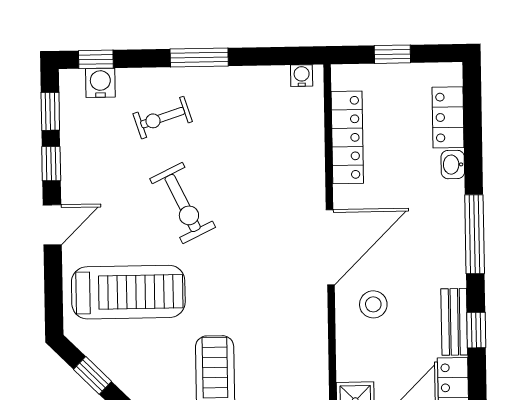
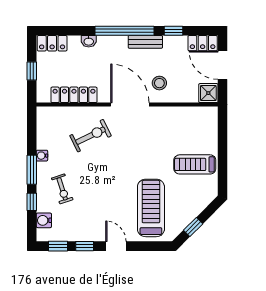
window: (96, 59) -> (32, 202), moved
water cooler: (302, 76) -> (42, 156), moved
locker: (448, 117) -> (52, 43), moved
exercise bike: (183, 203) -> (91, 136), moved
window: (475, 234) -> (124, 31), width x1.46
bench: (454, 322) -> (145, 42), moved

